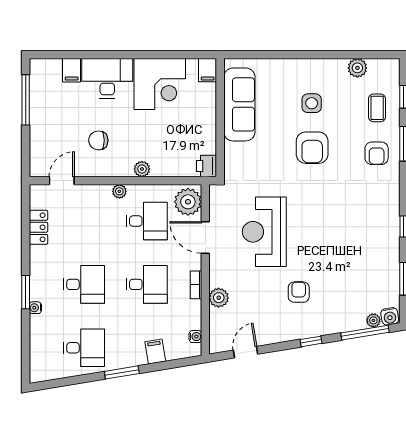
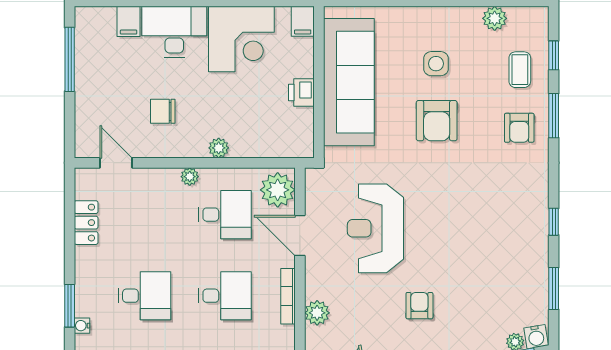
sofa: (239, 104) -> (349, 82), width x1.36, depth x1.27
printer: (207, 166) -> (301, 92), moved
door: (62, 181) -> (116, 163), hinge flipped
bookcase: (196, 285) -> (288, 296), width x1.56

